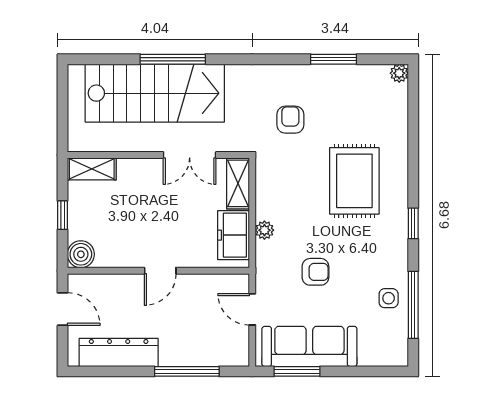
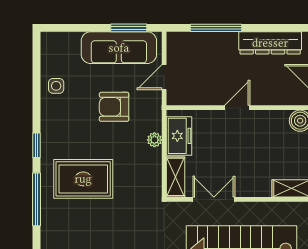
armchair: (290, 120) -> (134, 227), removed
rug: (354, 181) -> (83, 179), turned 90
armchair: (315, 272) -> (114, 107), width x1.38, depth x1.38
window: (413, 305) -> (37, 199), moved
door: (252, 309) -> (164, 77), swing flipped

